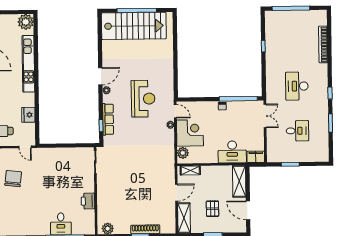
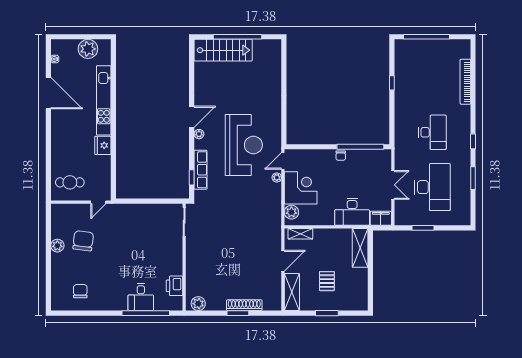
plant: (26, 22) -> (88, 49), moved
stairs: (134, 26) -> (223, 50), width x0.73, depth x0.66
desk: (297, 86) -> (432, 132), turned 180
reception desk: (143, 99) -> (244, 145), width x1.36, depth x1.30
door: (175, 111) -> (283, 161), swing flipped
fridge: (28, 115) -> (103, 145), moved
double door: (265, 116) -> (393, 185), moved
desk: (297, 131) -> (432, 187), width x1.87, depth x1.30
door: (25, 147) -> (98, 202), hinge flipped
printer: (88, 201) -> (174, 286), moved
door: (248, 210) -> (370, 284), removed
chair: (11, 220) -> (80, 291), added

